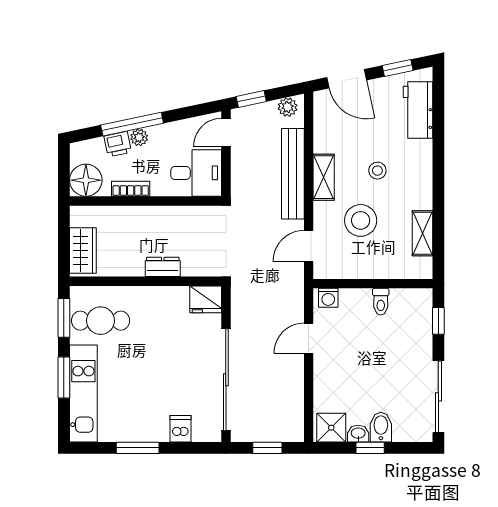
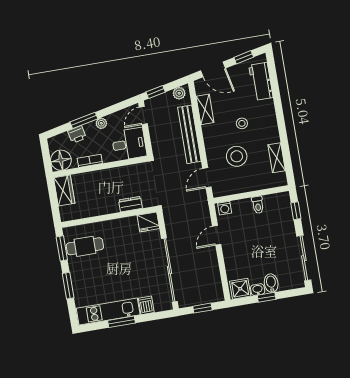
window: (132, 124) -> (84, 120), width x0.69
plant: (139, 137) -> (101, 123), moved
shelving: (324, 177) -> (205, 109), moved
wardrobe: (83, 250) -> (64, 191), moved
dresser: (163, 267) -> (130, 204), moved
kitchen unit: (83, 393) -> (108, 312), moved, turned -90

